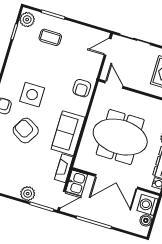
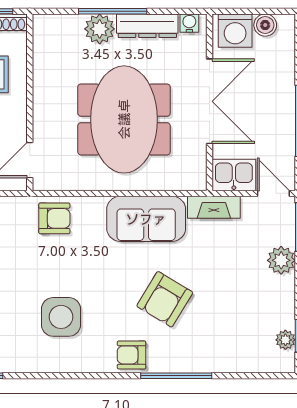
side table: (32, 95) -> (61, 317), moved

